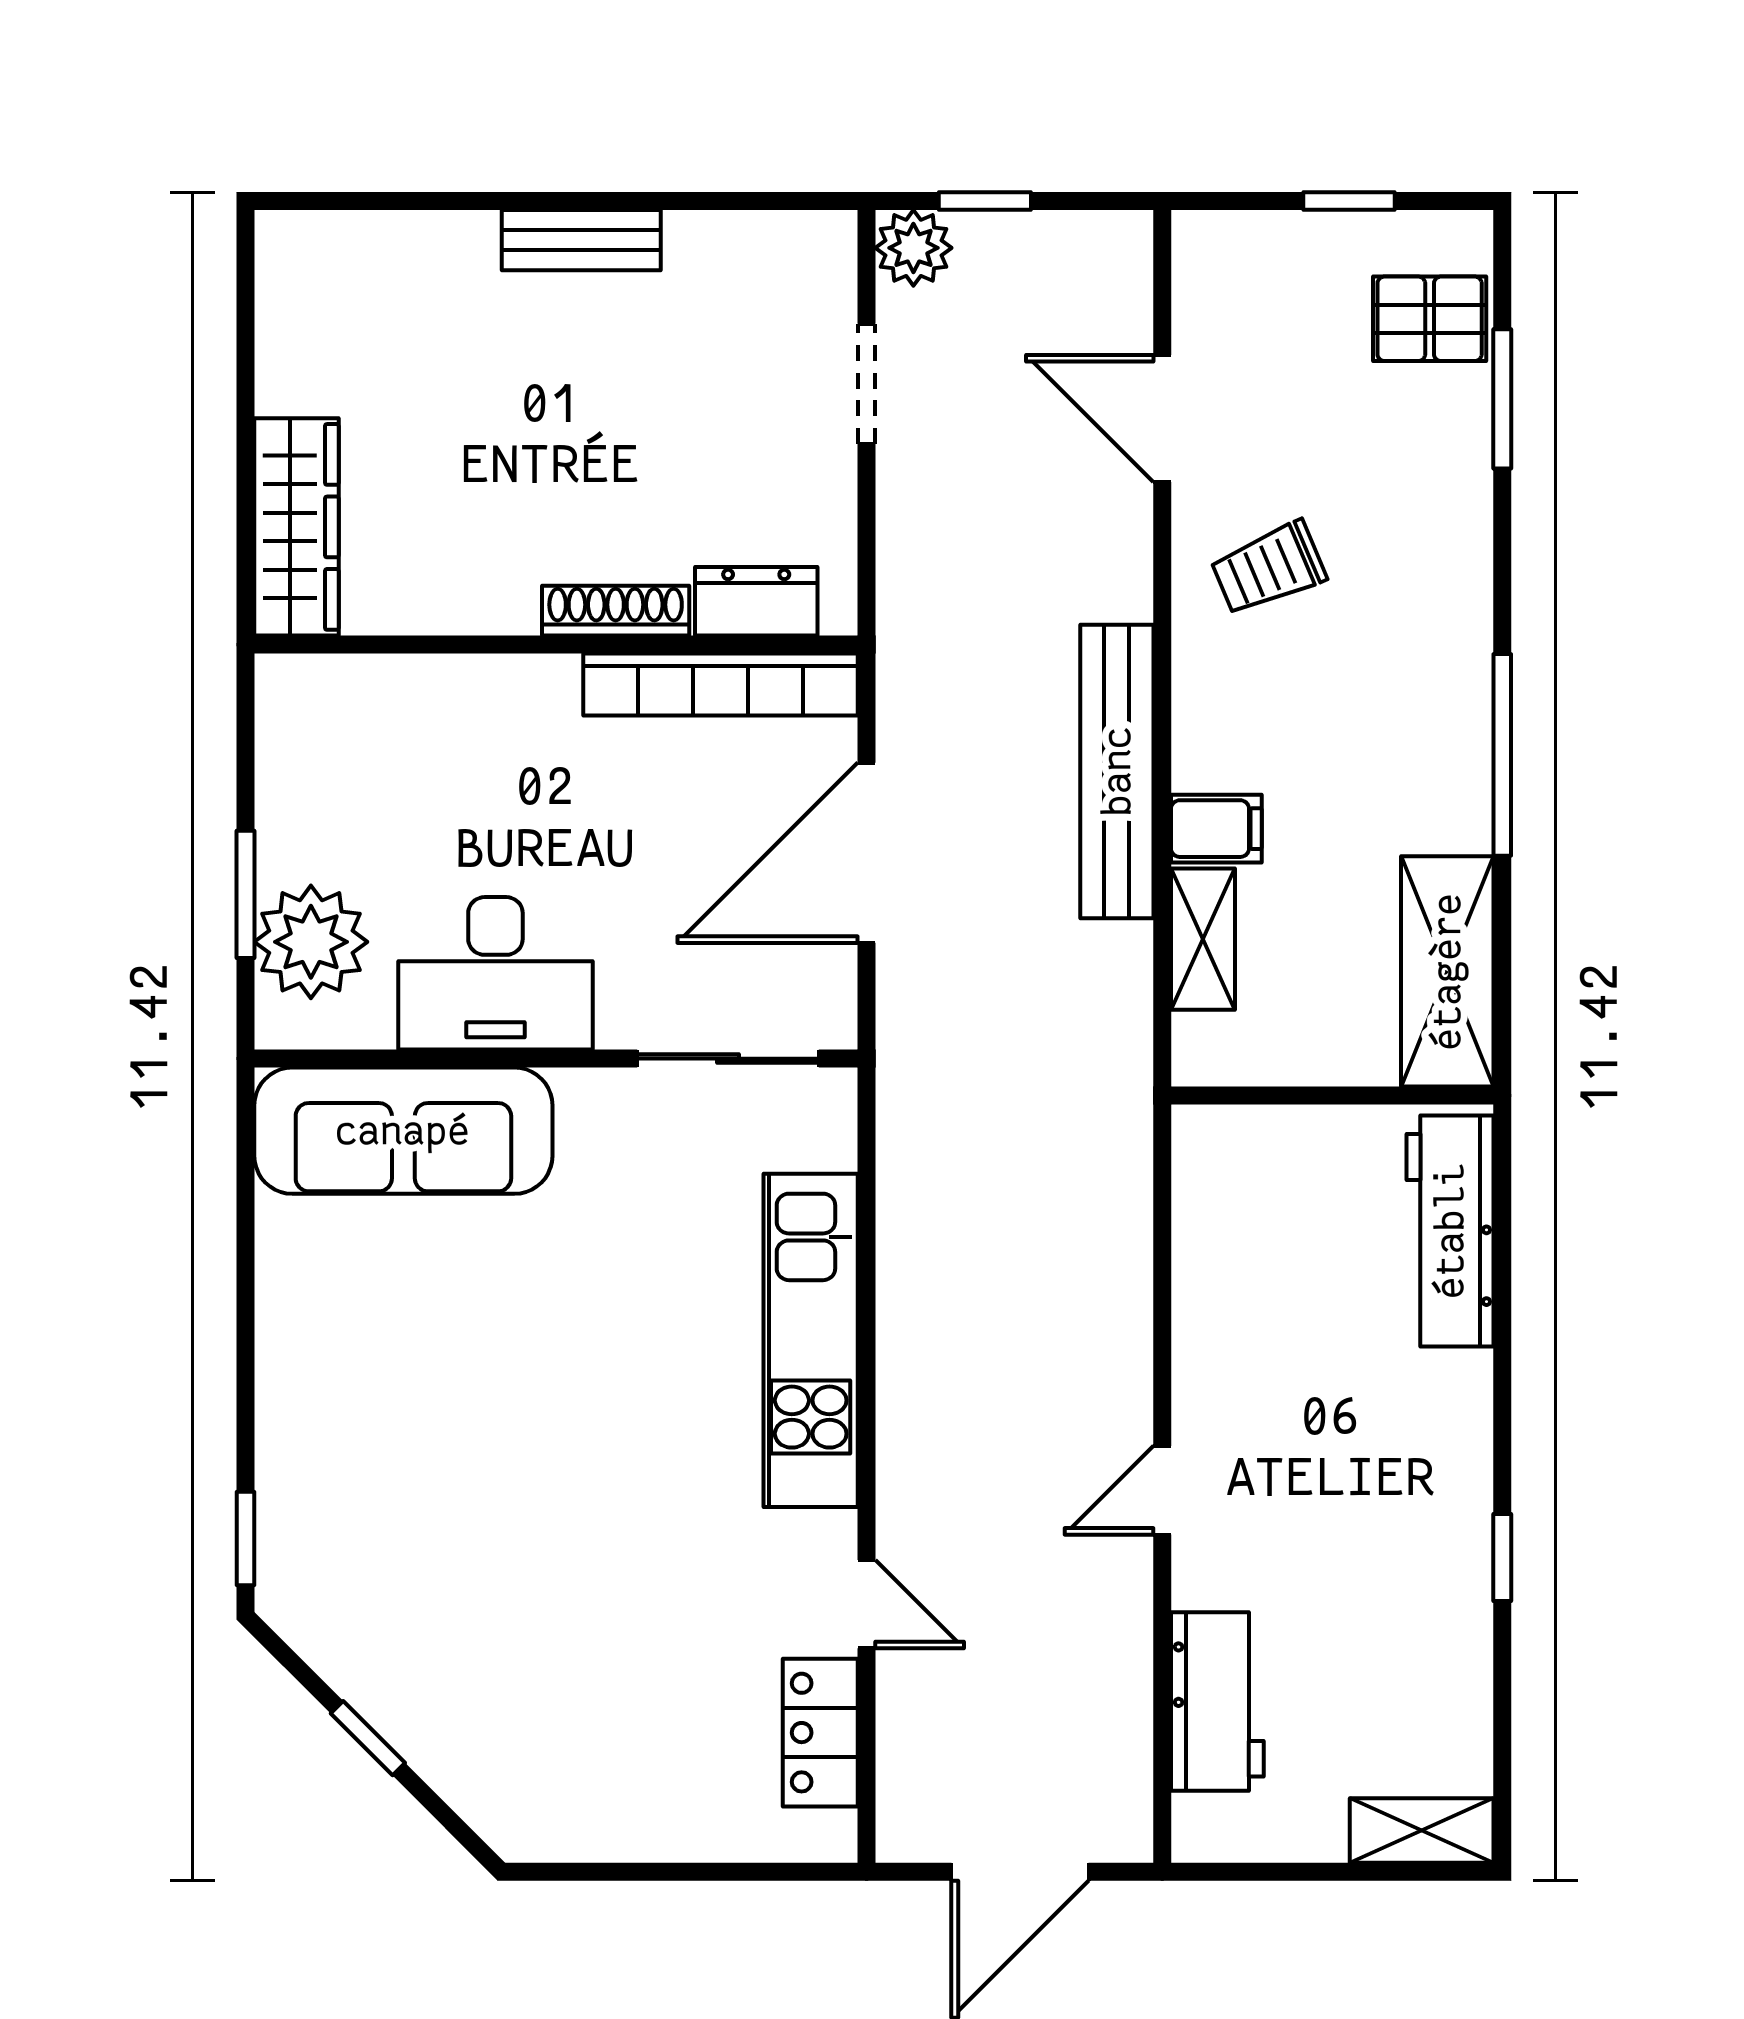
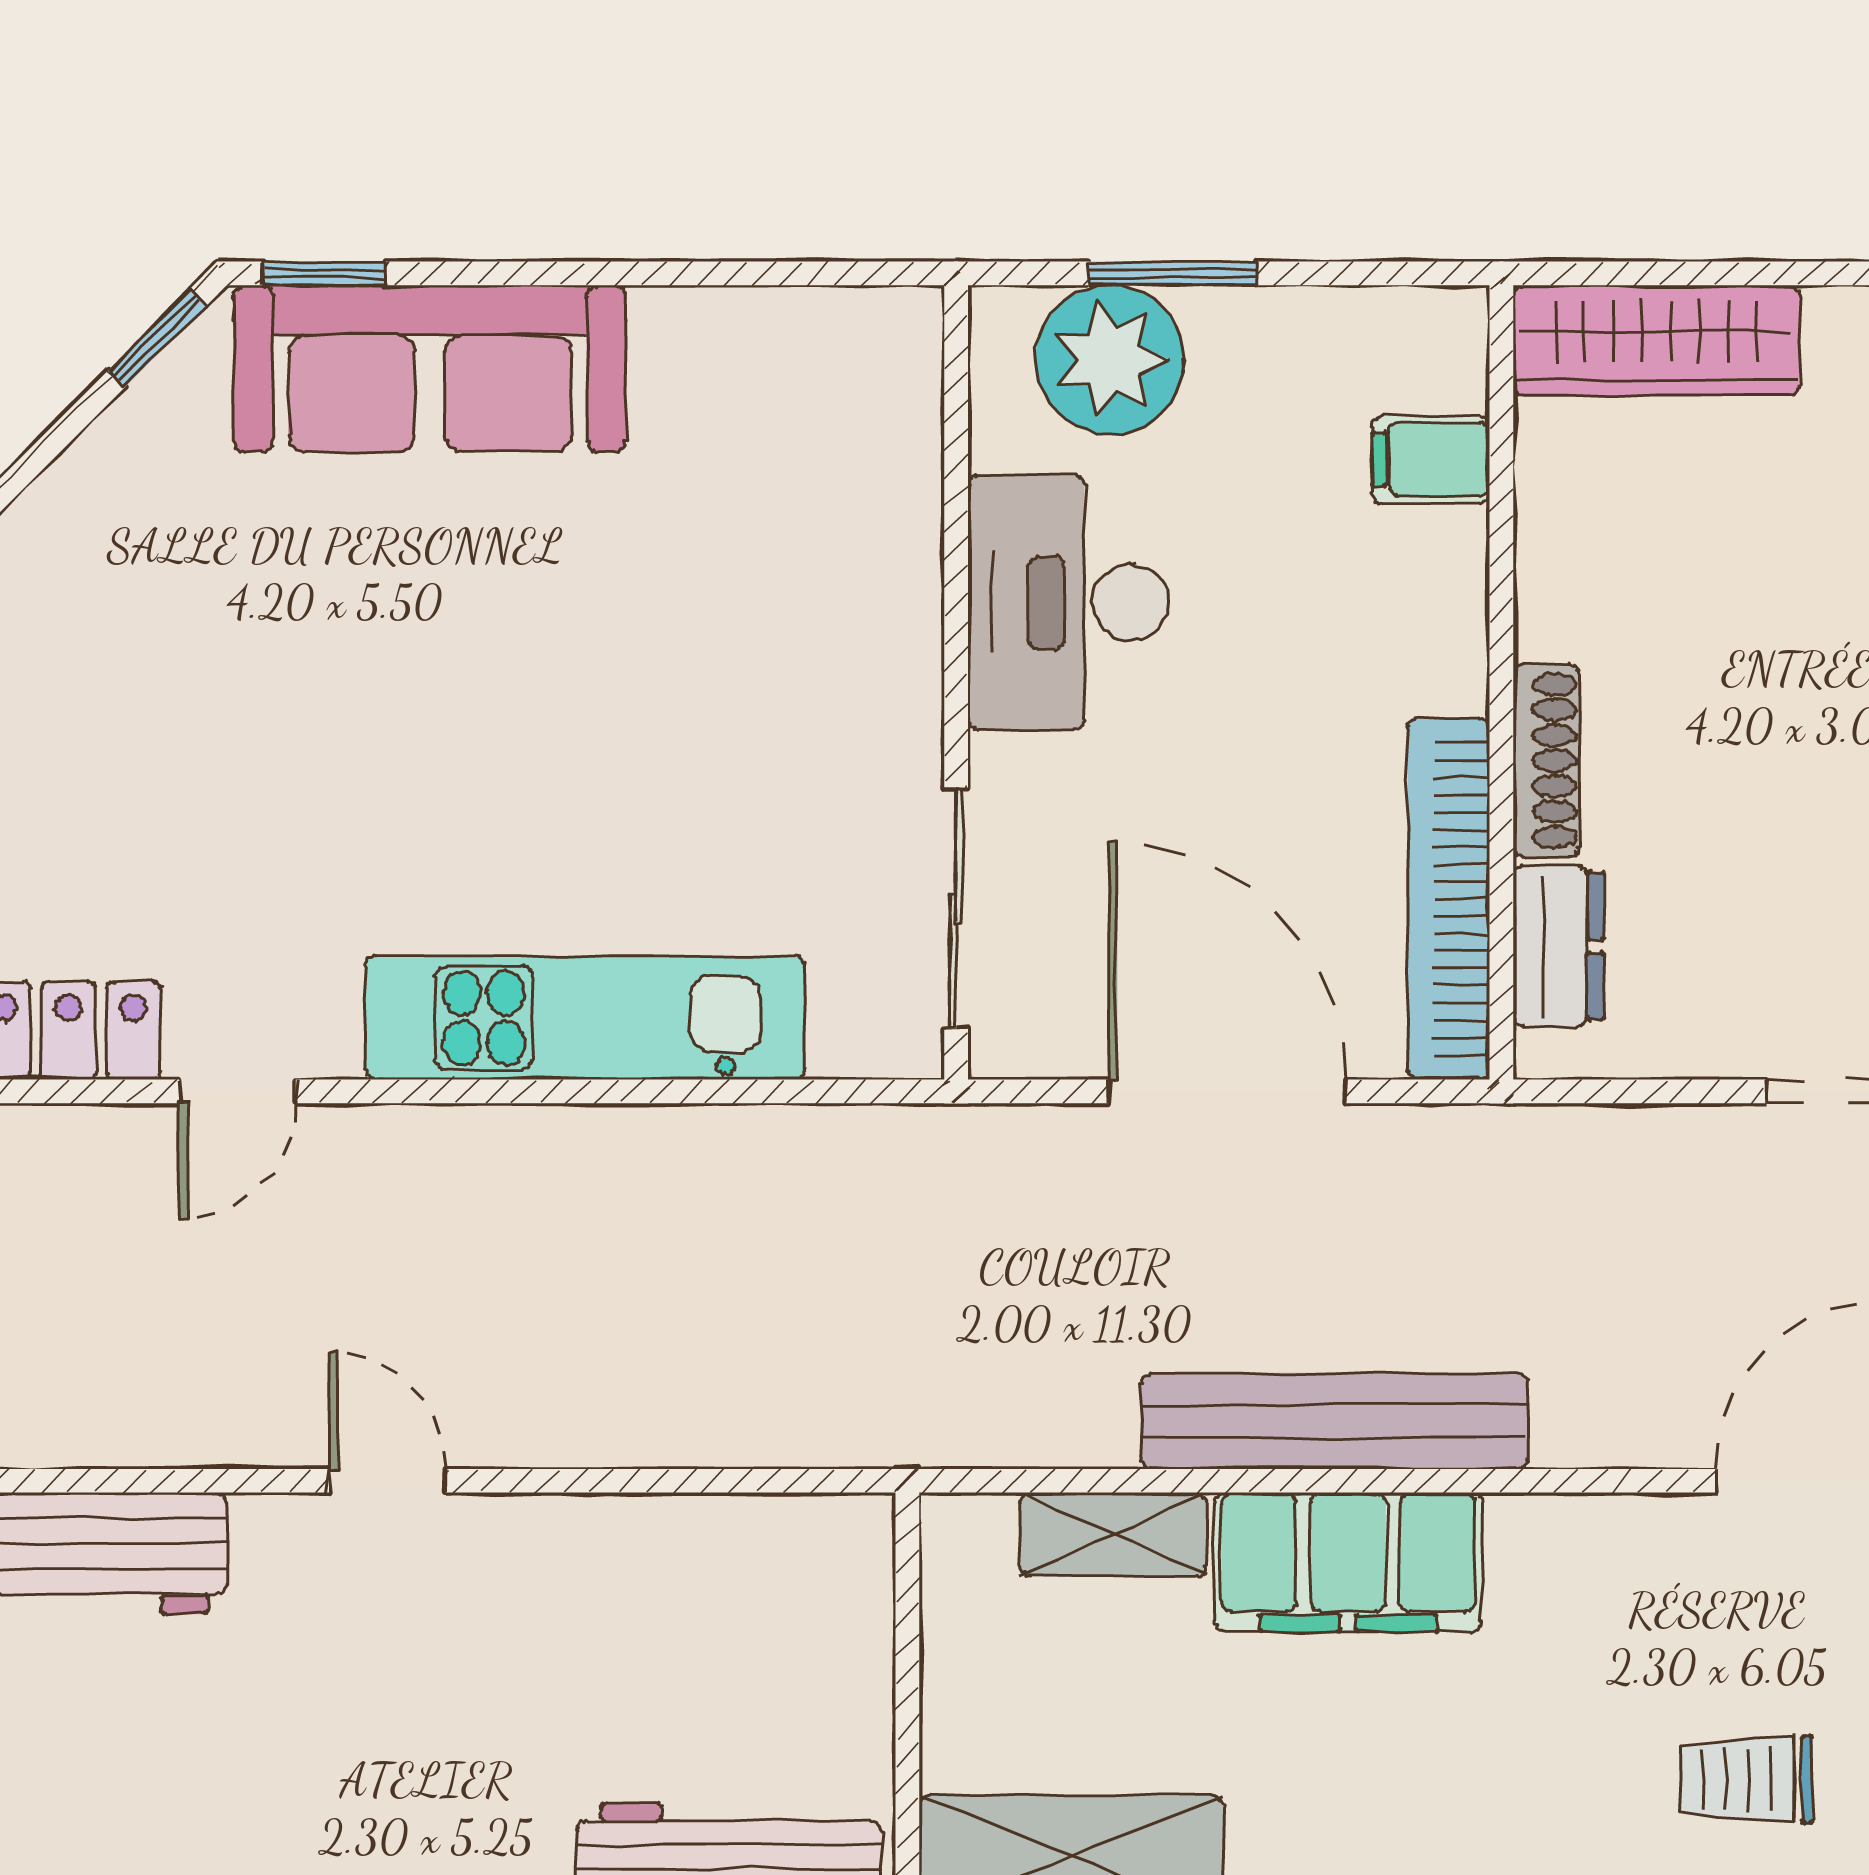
trolley: (1269, 568) -> (1746, 1779), moved, turned -67
filing cabinet: (387, 698) -> (1431, 460), added
filing cabinet: (1216, 829) -> (1348, 1562), width x3.00, depth x1.17
sofa: (403, 1131) -> (430, 368), moved, turned -90
window: (368, 1738) -> (157, 338), moved

